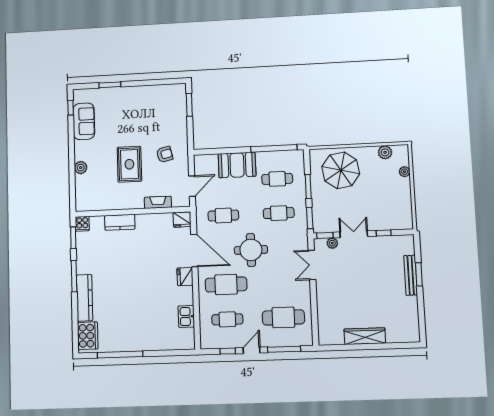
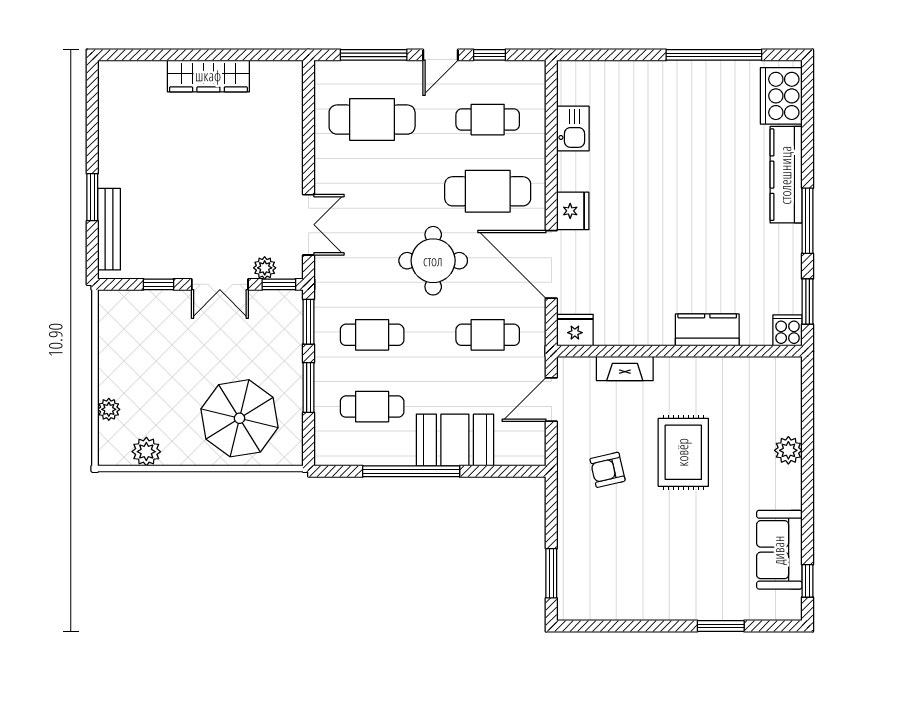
window: (274, 148) -> (411, 471), moved
bench: (411, 275) -> (109, 229), moved

